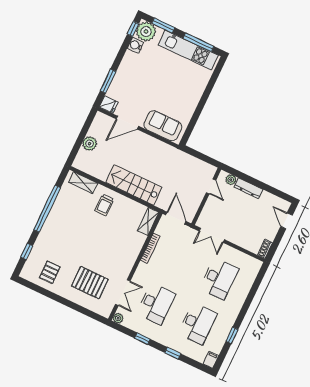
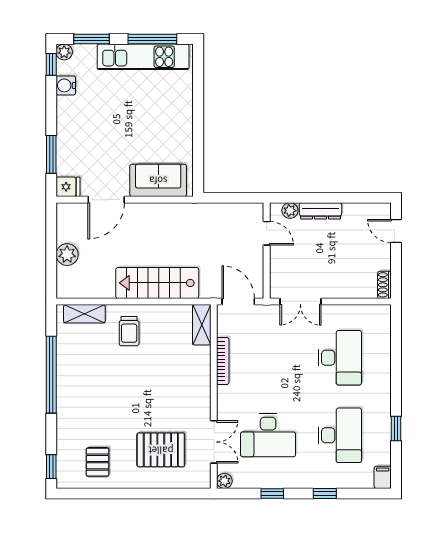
plant: (146, 31) -> (64, 52), width x0.53, depth x0.53
window: (27, 251) -> (51, 467), moved
desk: (156, 304) -> (268, 435), turned 90

